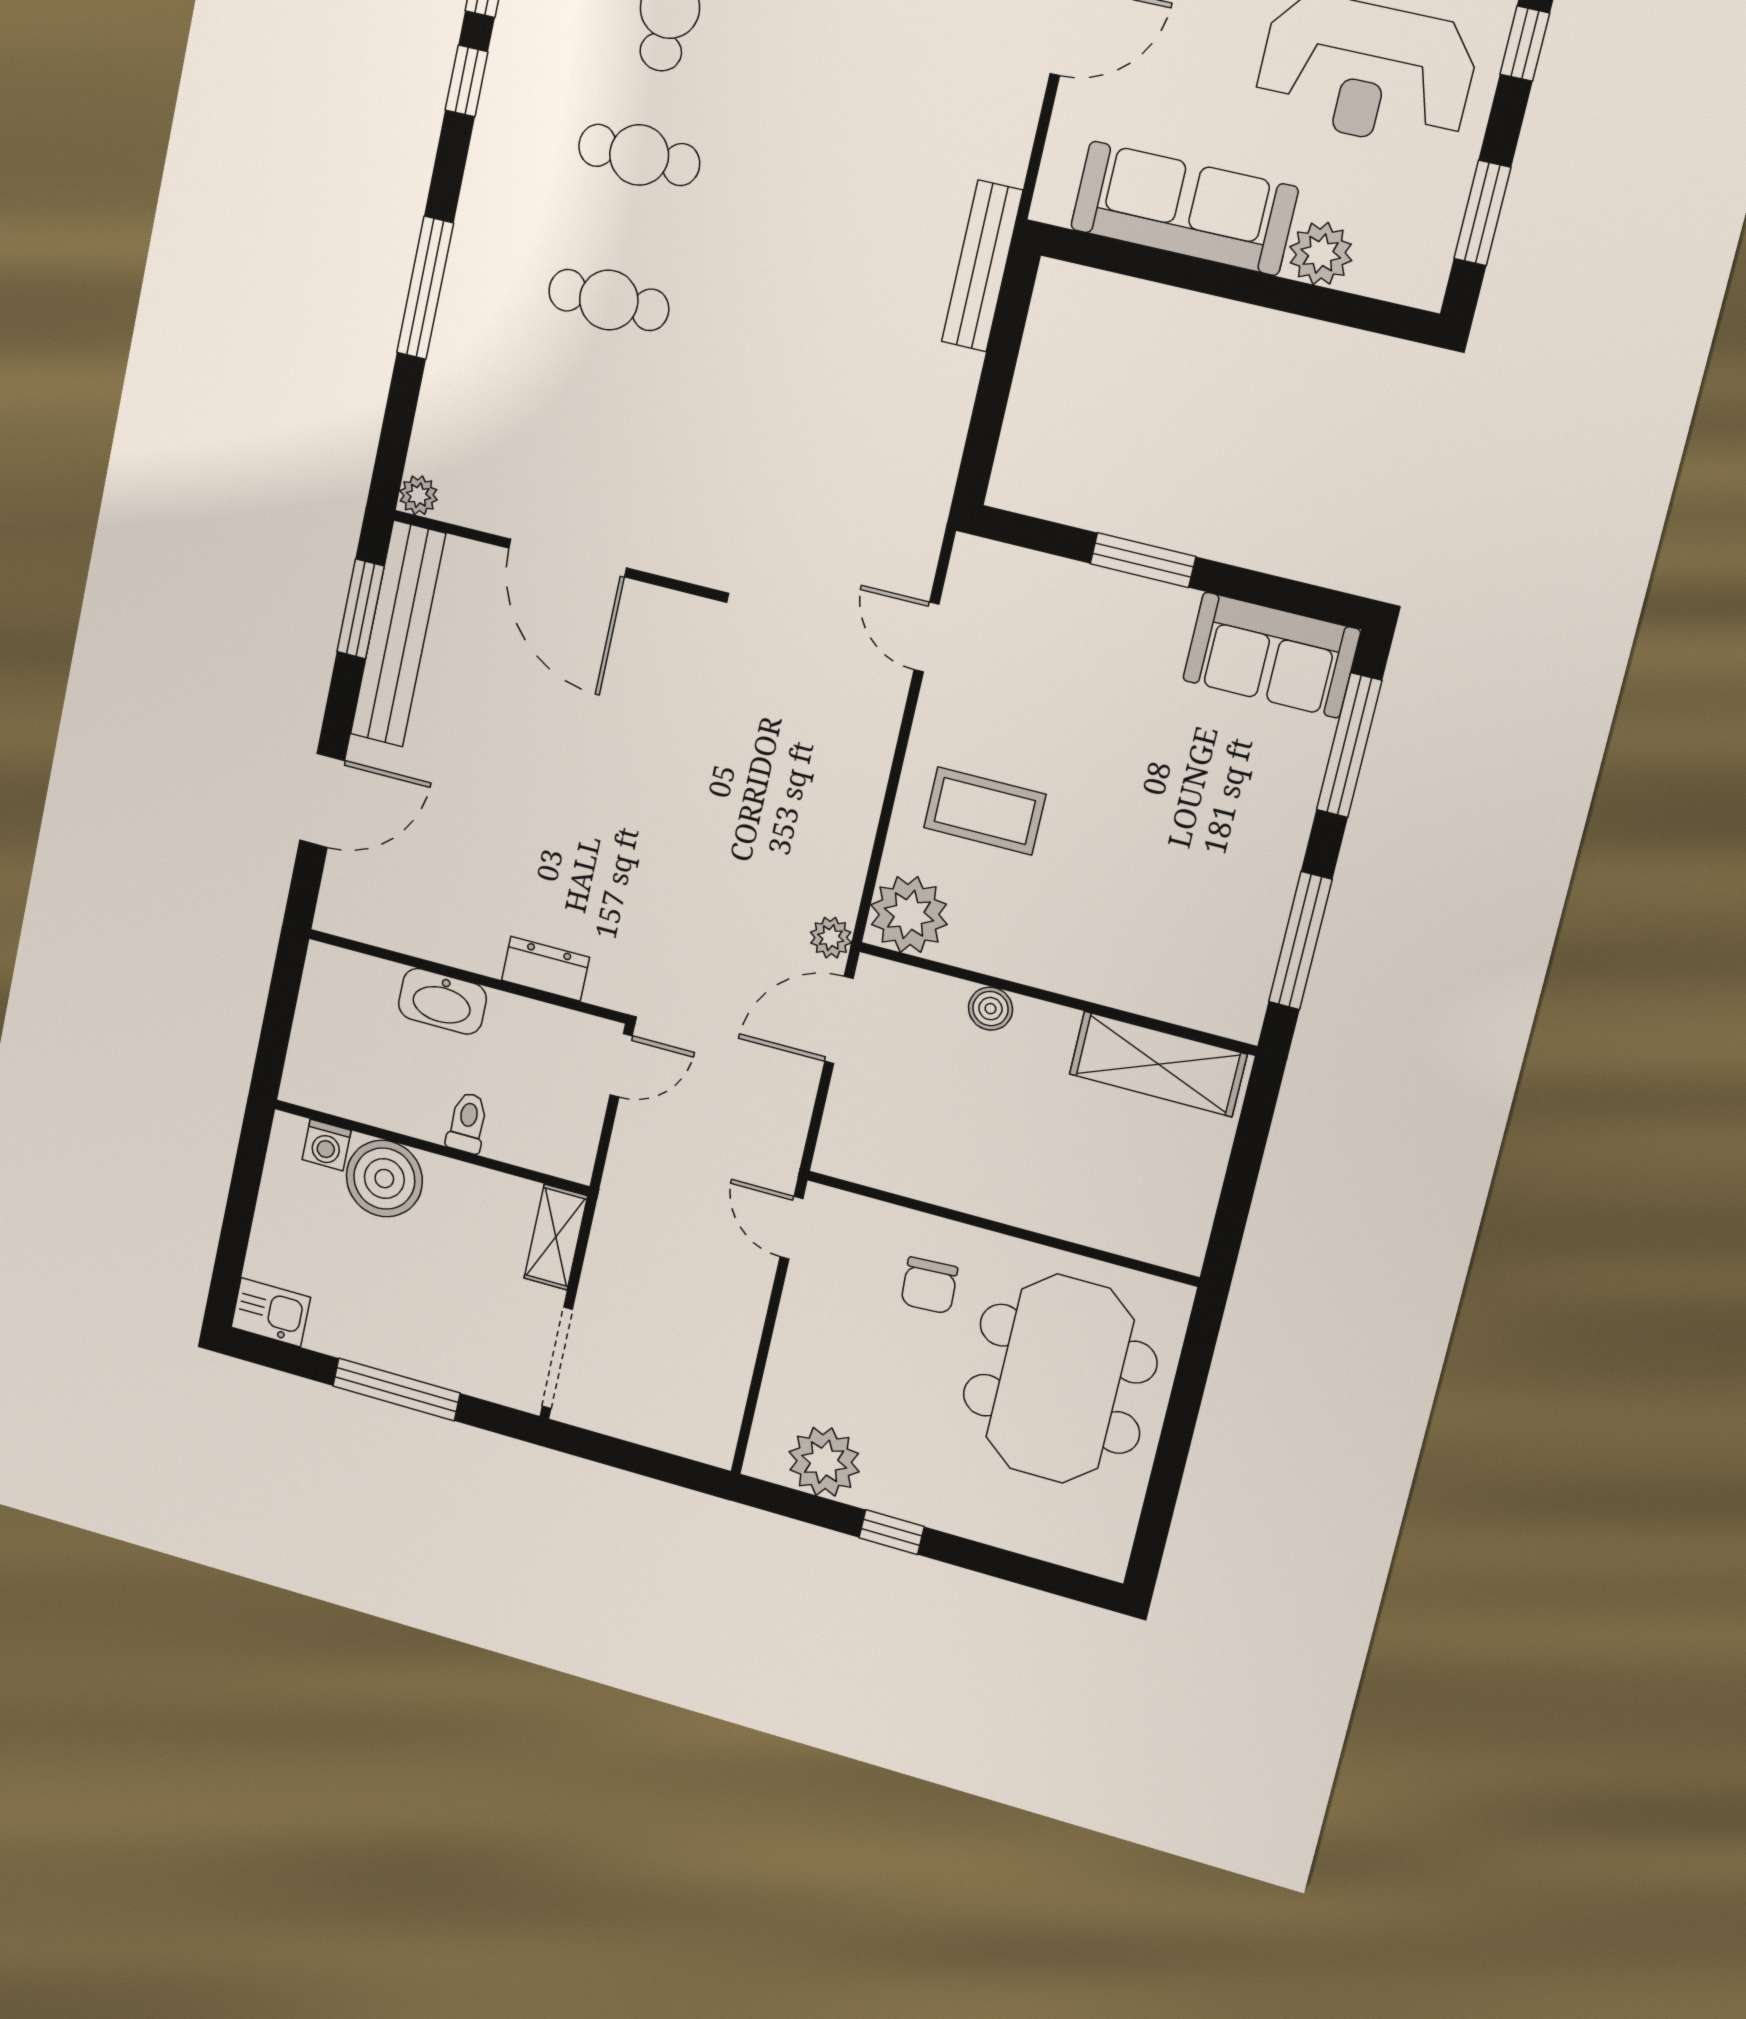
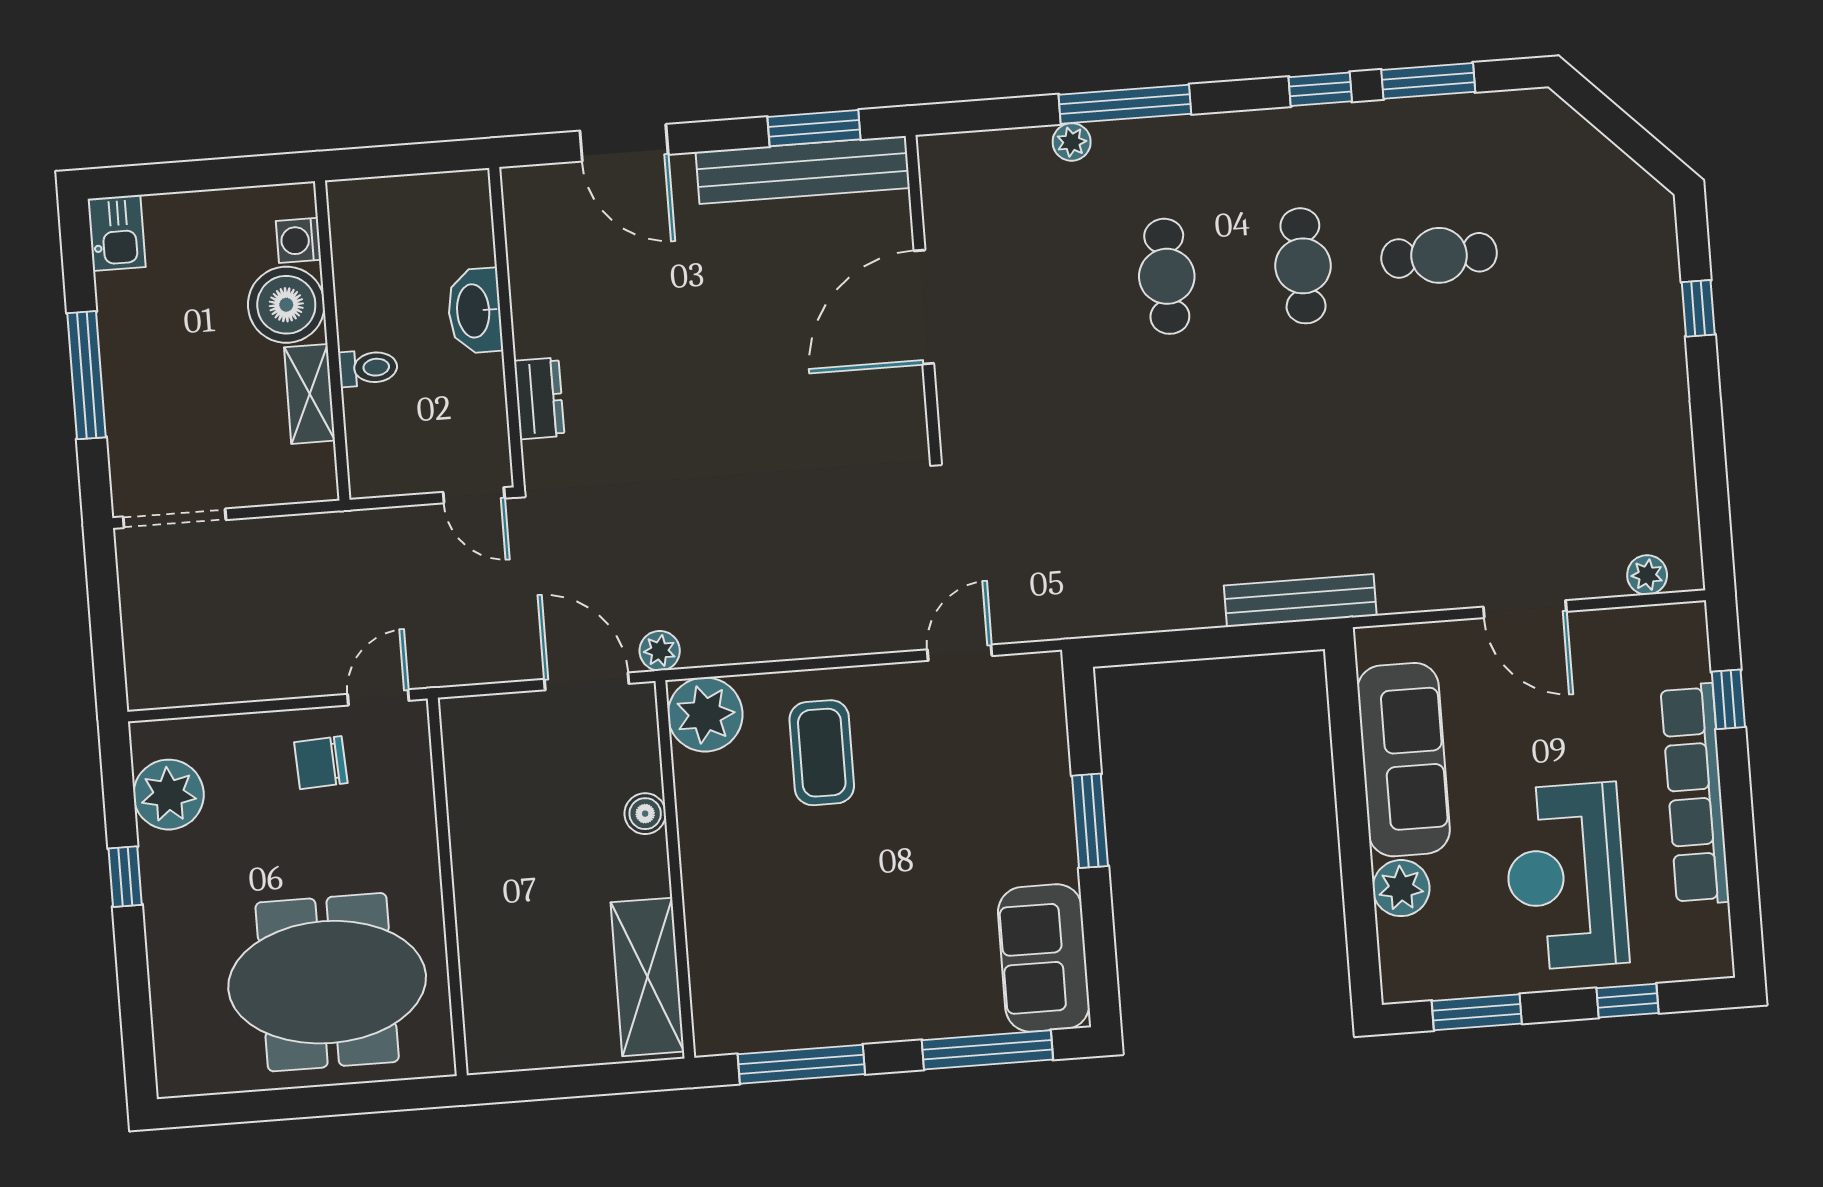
plant: (418, 495) -> (1072, 142), moved
shelving: (556, 1237) -> (310, 394), moved, turned 90
chair: (929, 1285) -> (321, 763), moved

